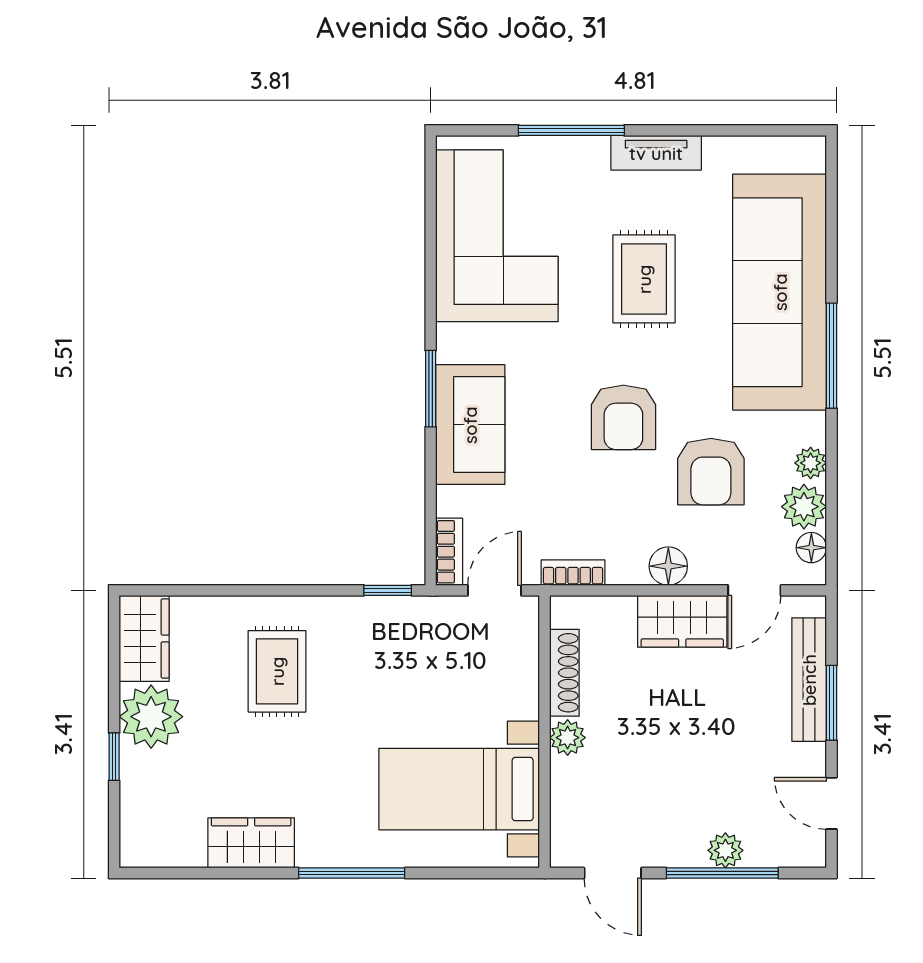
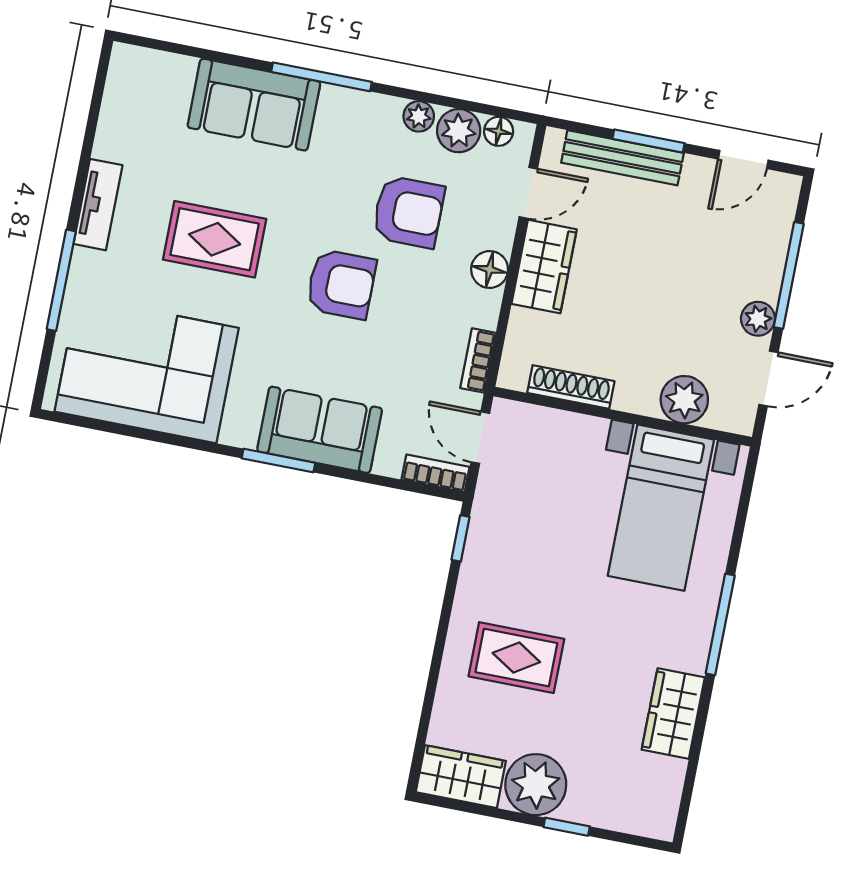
sofa: (780, 292) -> (254, 105), width x0.54, depth x0.79
door: (754, 590) -> (528, 193), hinge flipped
plant: (568, 738) -> (684, 400), moved, width x1.38, depth x1.38
plant: (725, 850) -> (758, 319), moved

